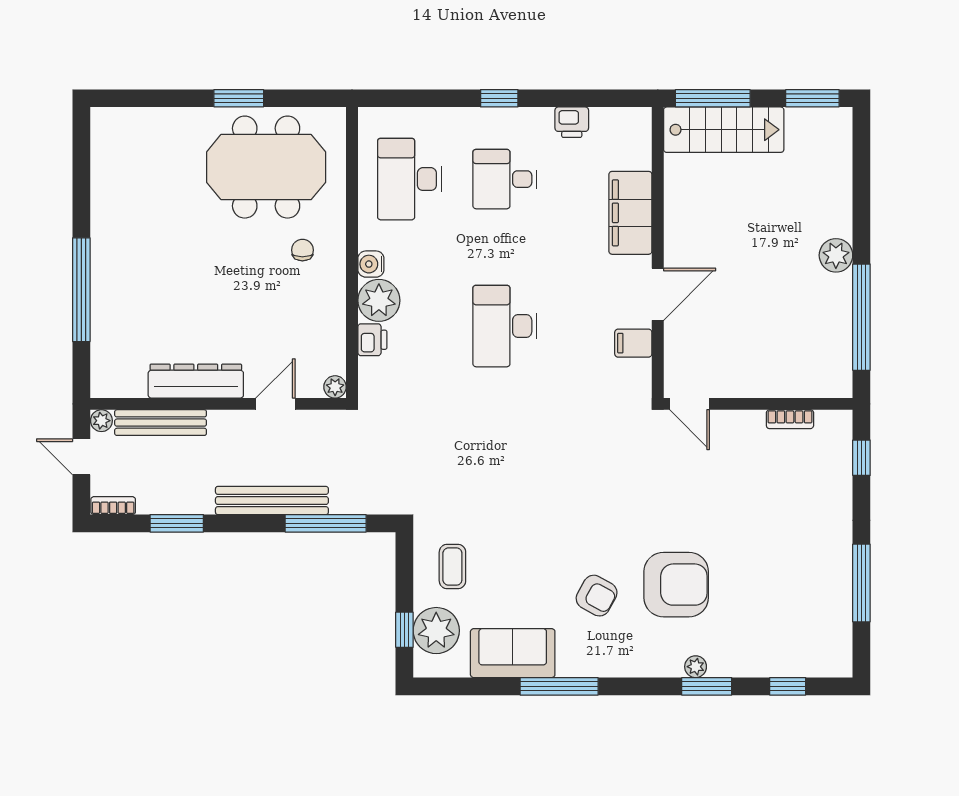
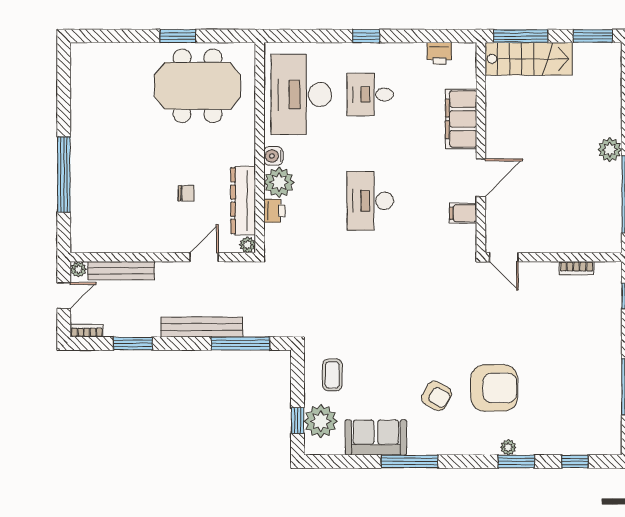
printer: (572, 122) -> (439, 53), moved
desk: (410, 179) -> (301, 94), width x1.36, depth x1.30
chair: (302, 250) -> (186, 193), moved, turned 90
dresser: (196, 381) -> (243, 201), moved, turned -90
door: (81, 457) -> (64, 296), swing flipped

